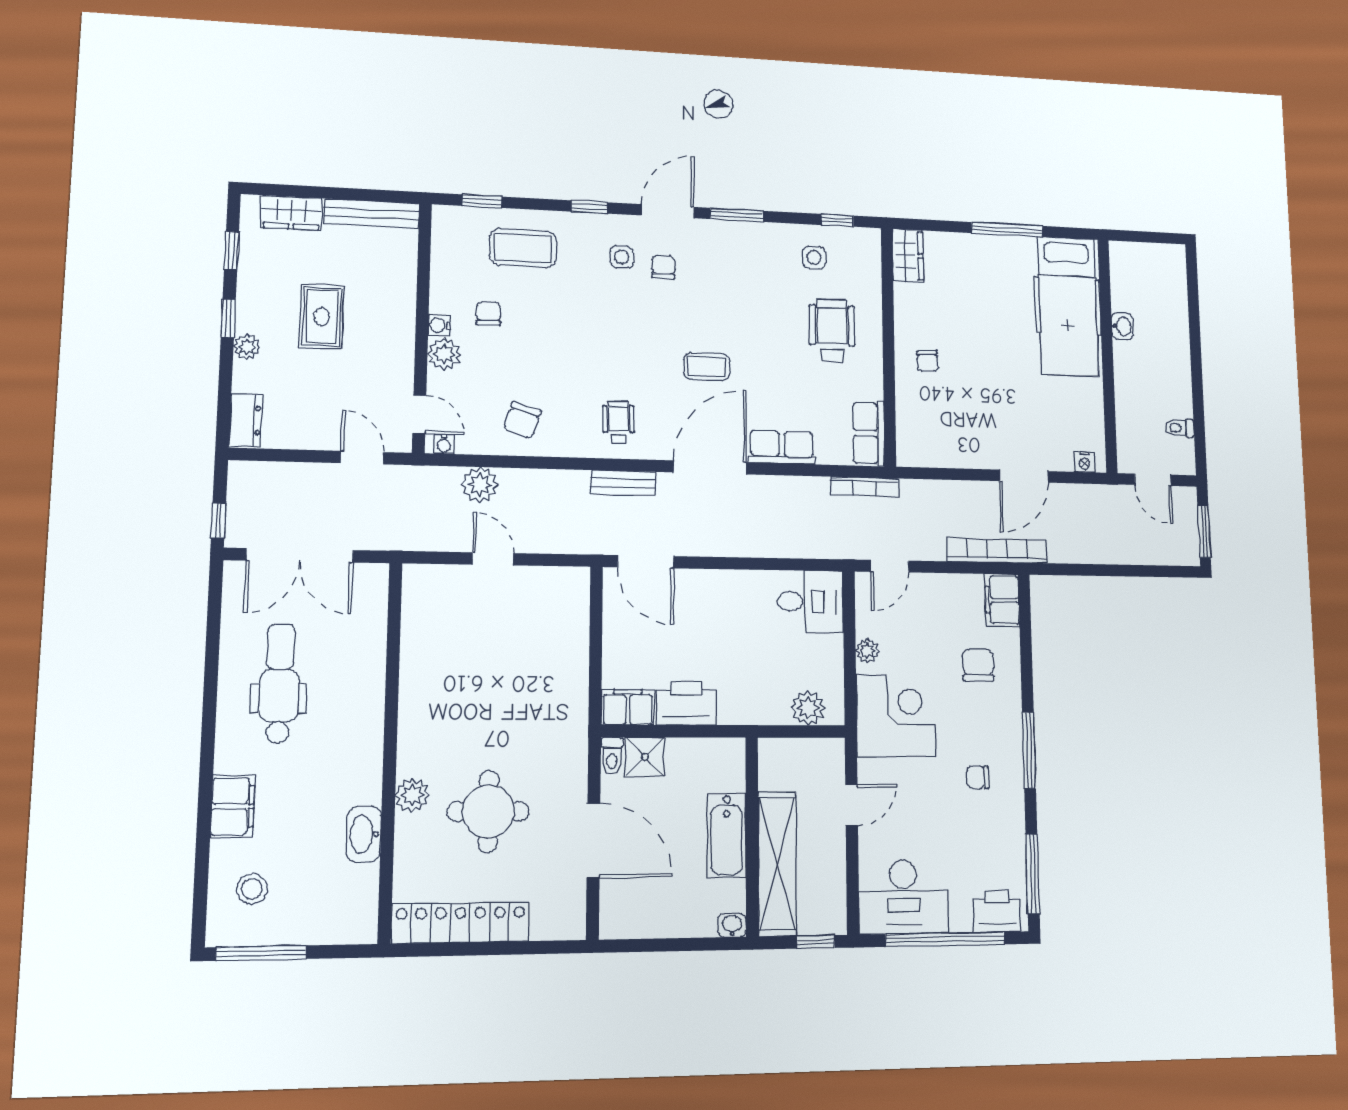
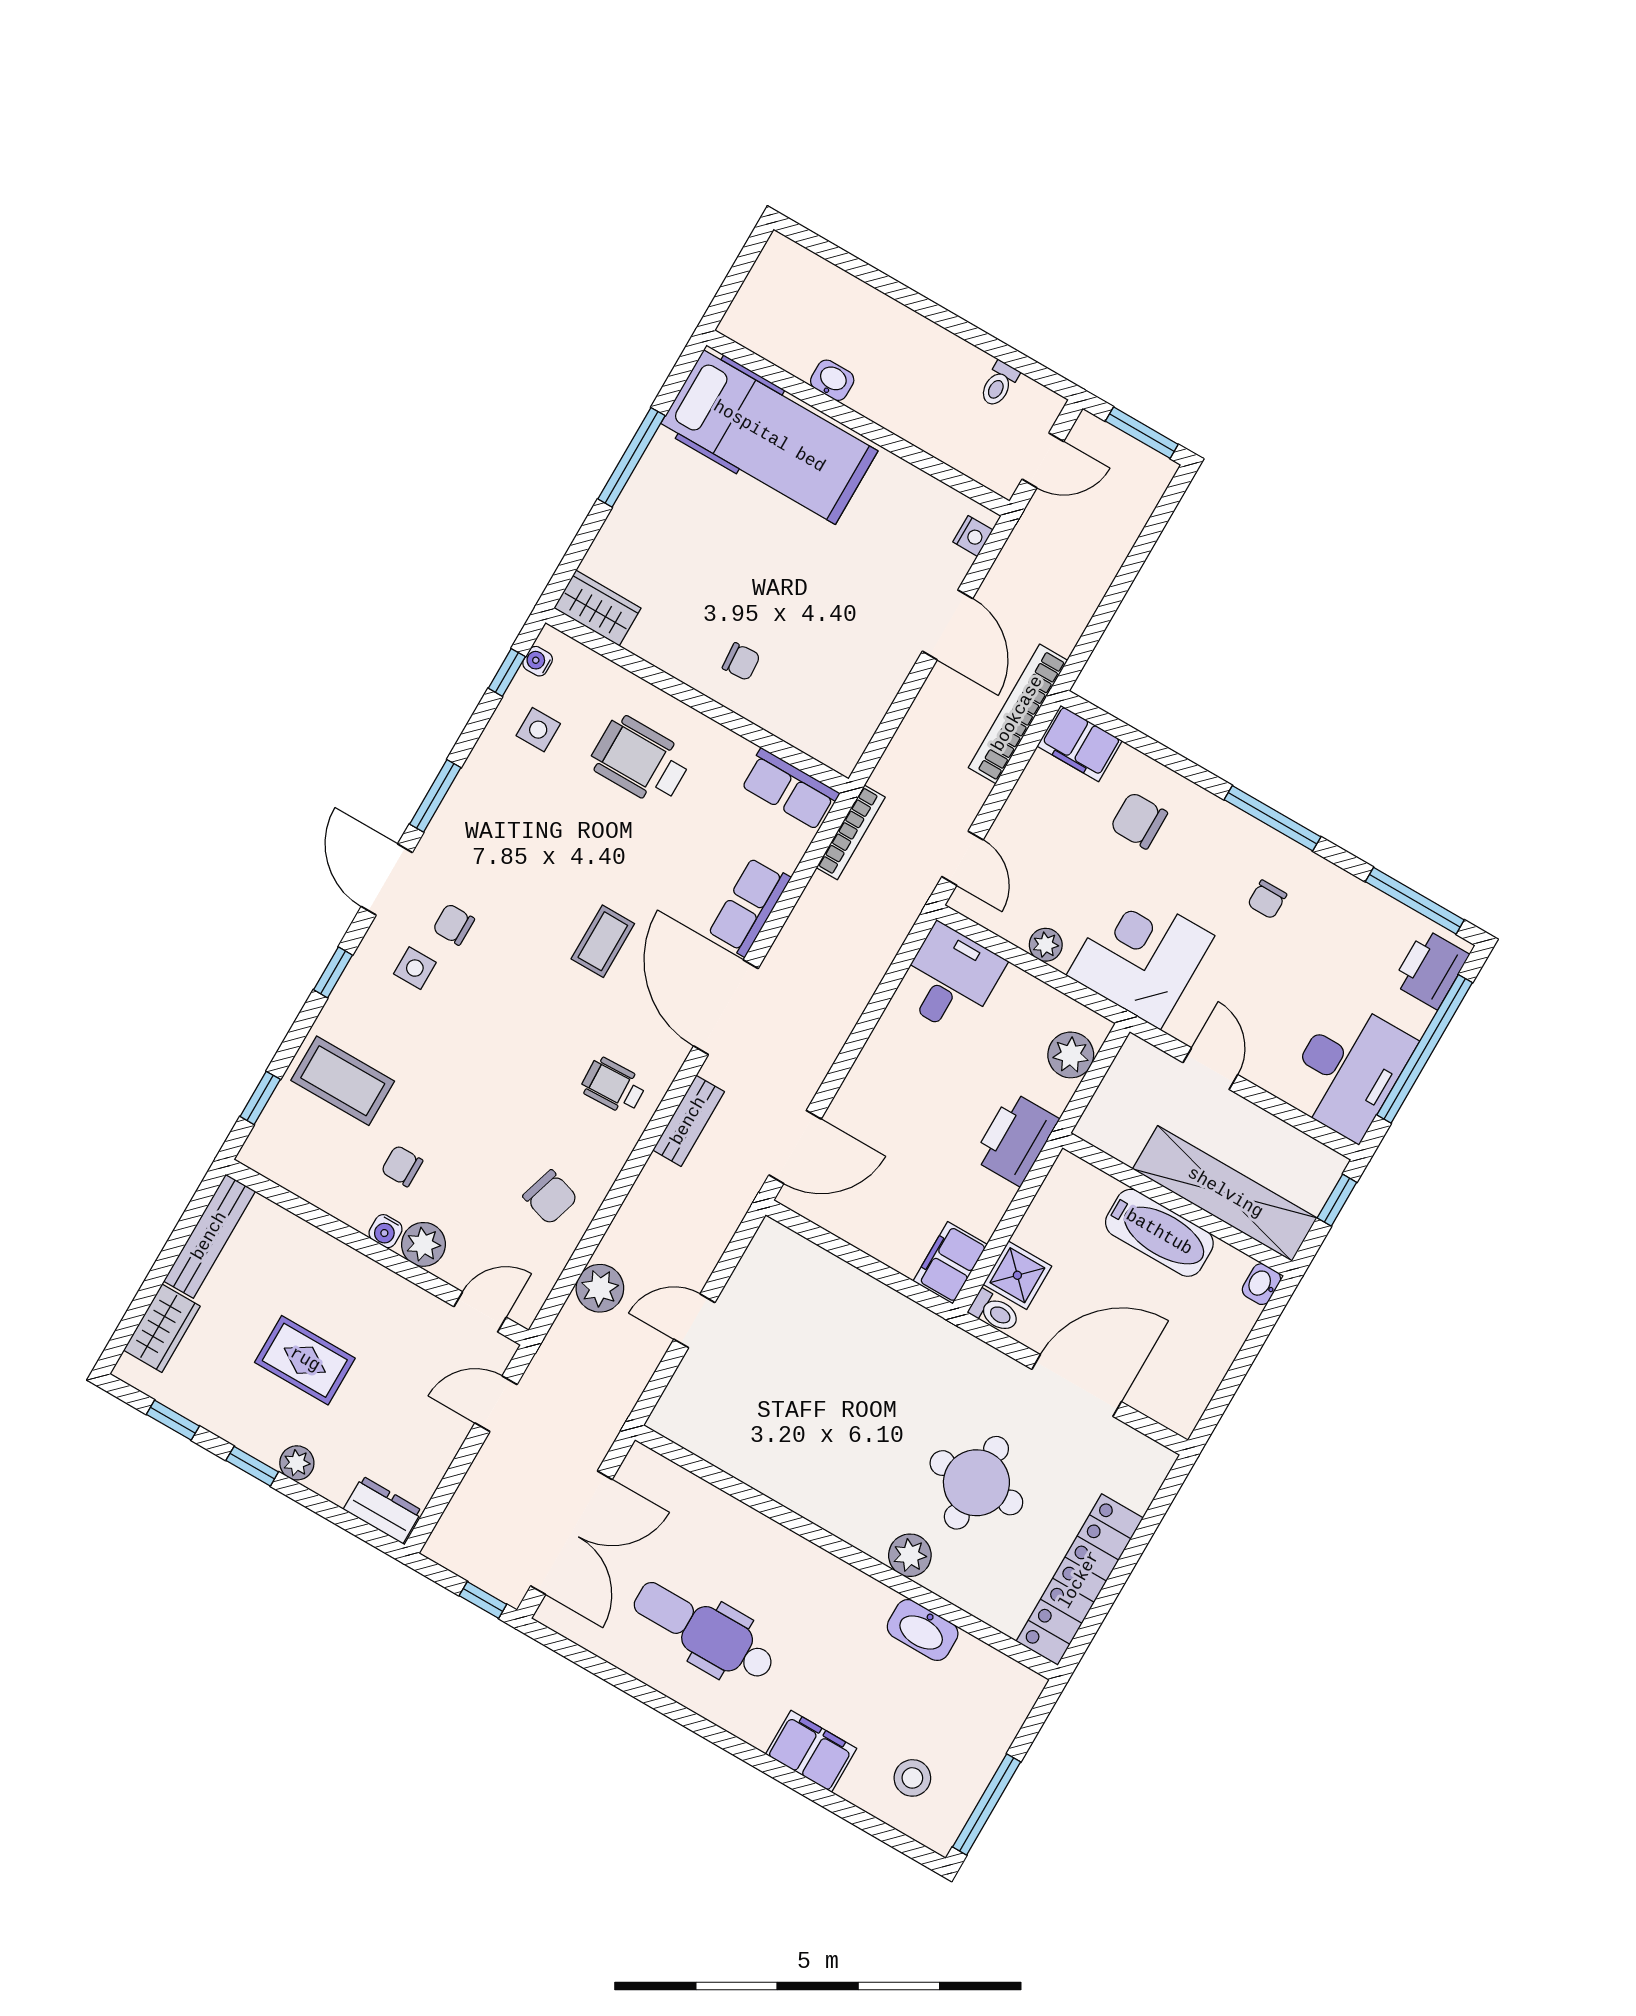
coffee table: (523, 248) -> (343, 1081), turned 90
water cooler: (444, 444) -> (538, 661), moved, turned 180
printer: (686, 703) -> (1016, 1139), moved

